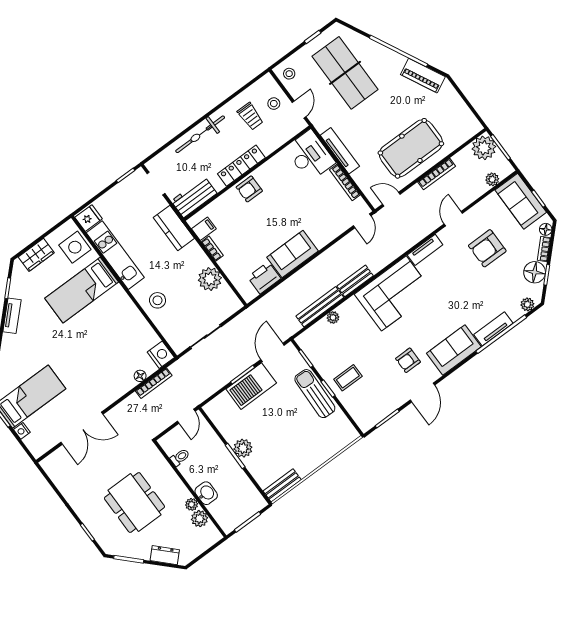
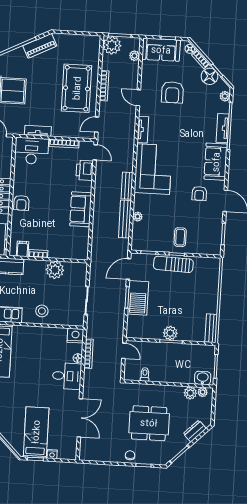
tv unit: (340, 151) -> (38, 131), width x0.71
printer: (264, 278) -> (85, 170), moved
door: (273, 352) -> (129, 269), hinge flipped
desk: (113, 380) -> (67, 376), added
washbasin: (206, 493) -> (203, 378), moved
plant: (192, 504) -> (203, 392), moved
chair: (86, 510) -> (130, 455), added

